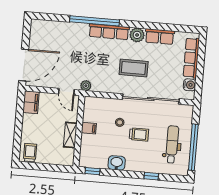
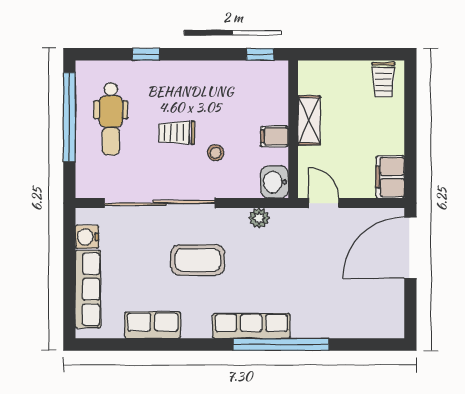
plant: (137, 35) -> (197, 324), removed
plant: (86, 86) -> (259, 218), moved
washbasin: (117, 163) -> (275, 182), moved, turned 90

